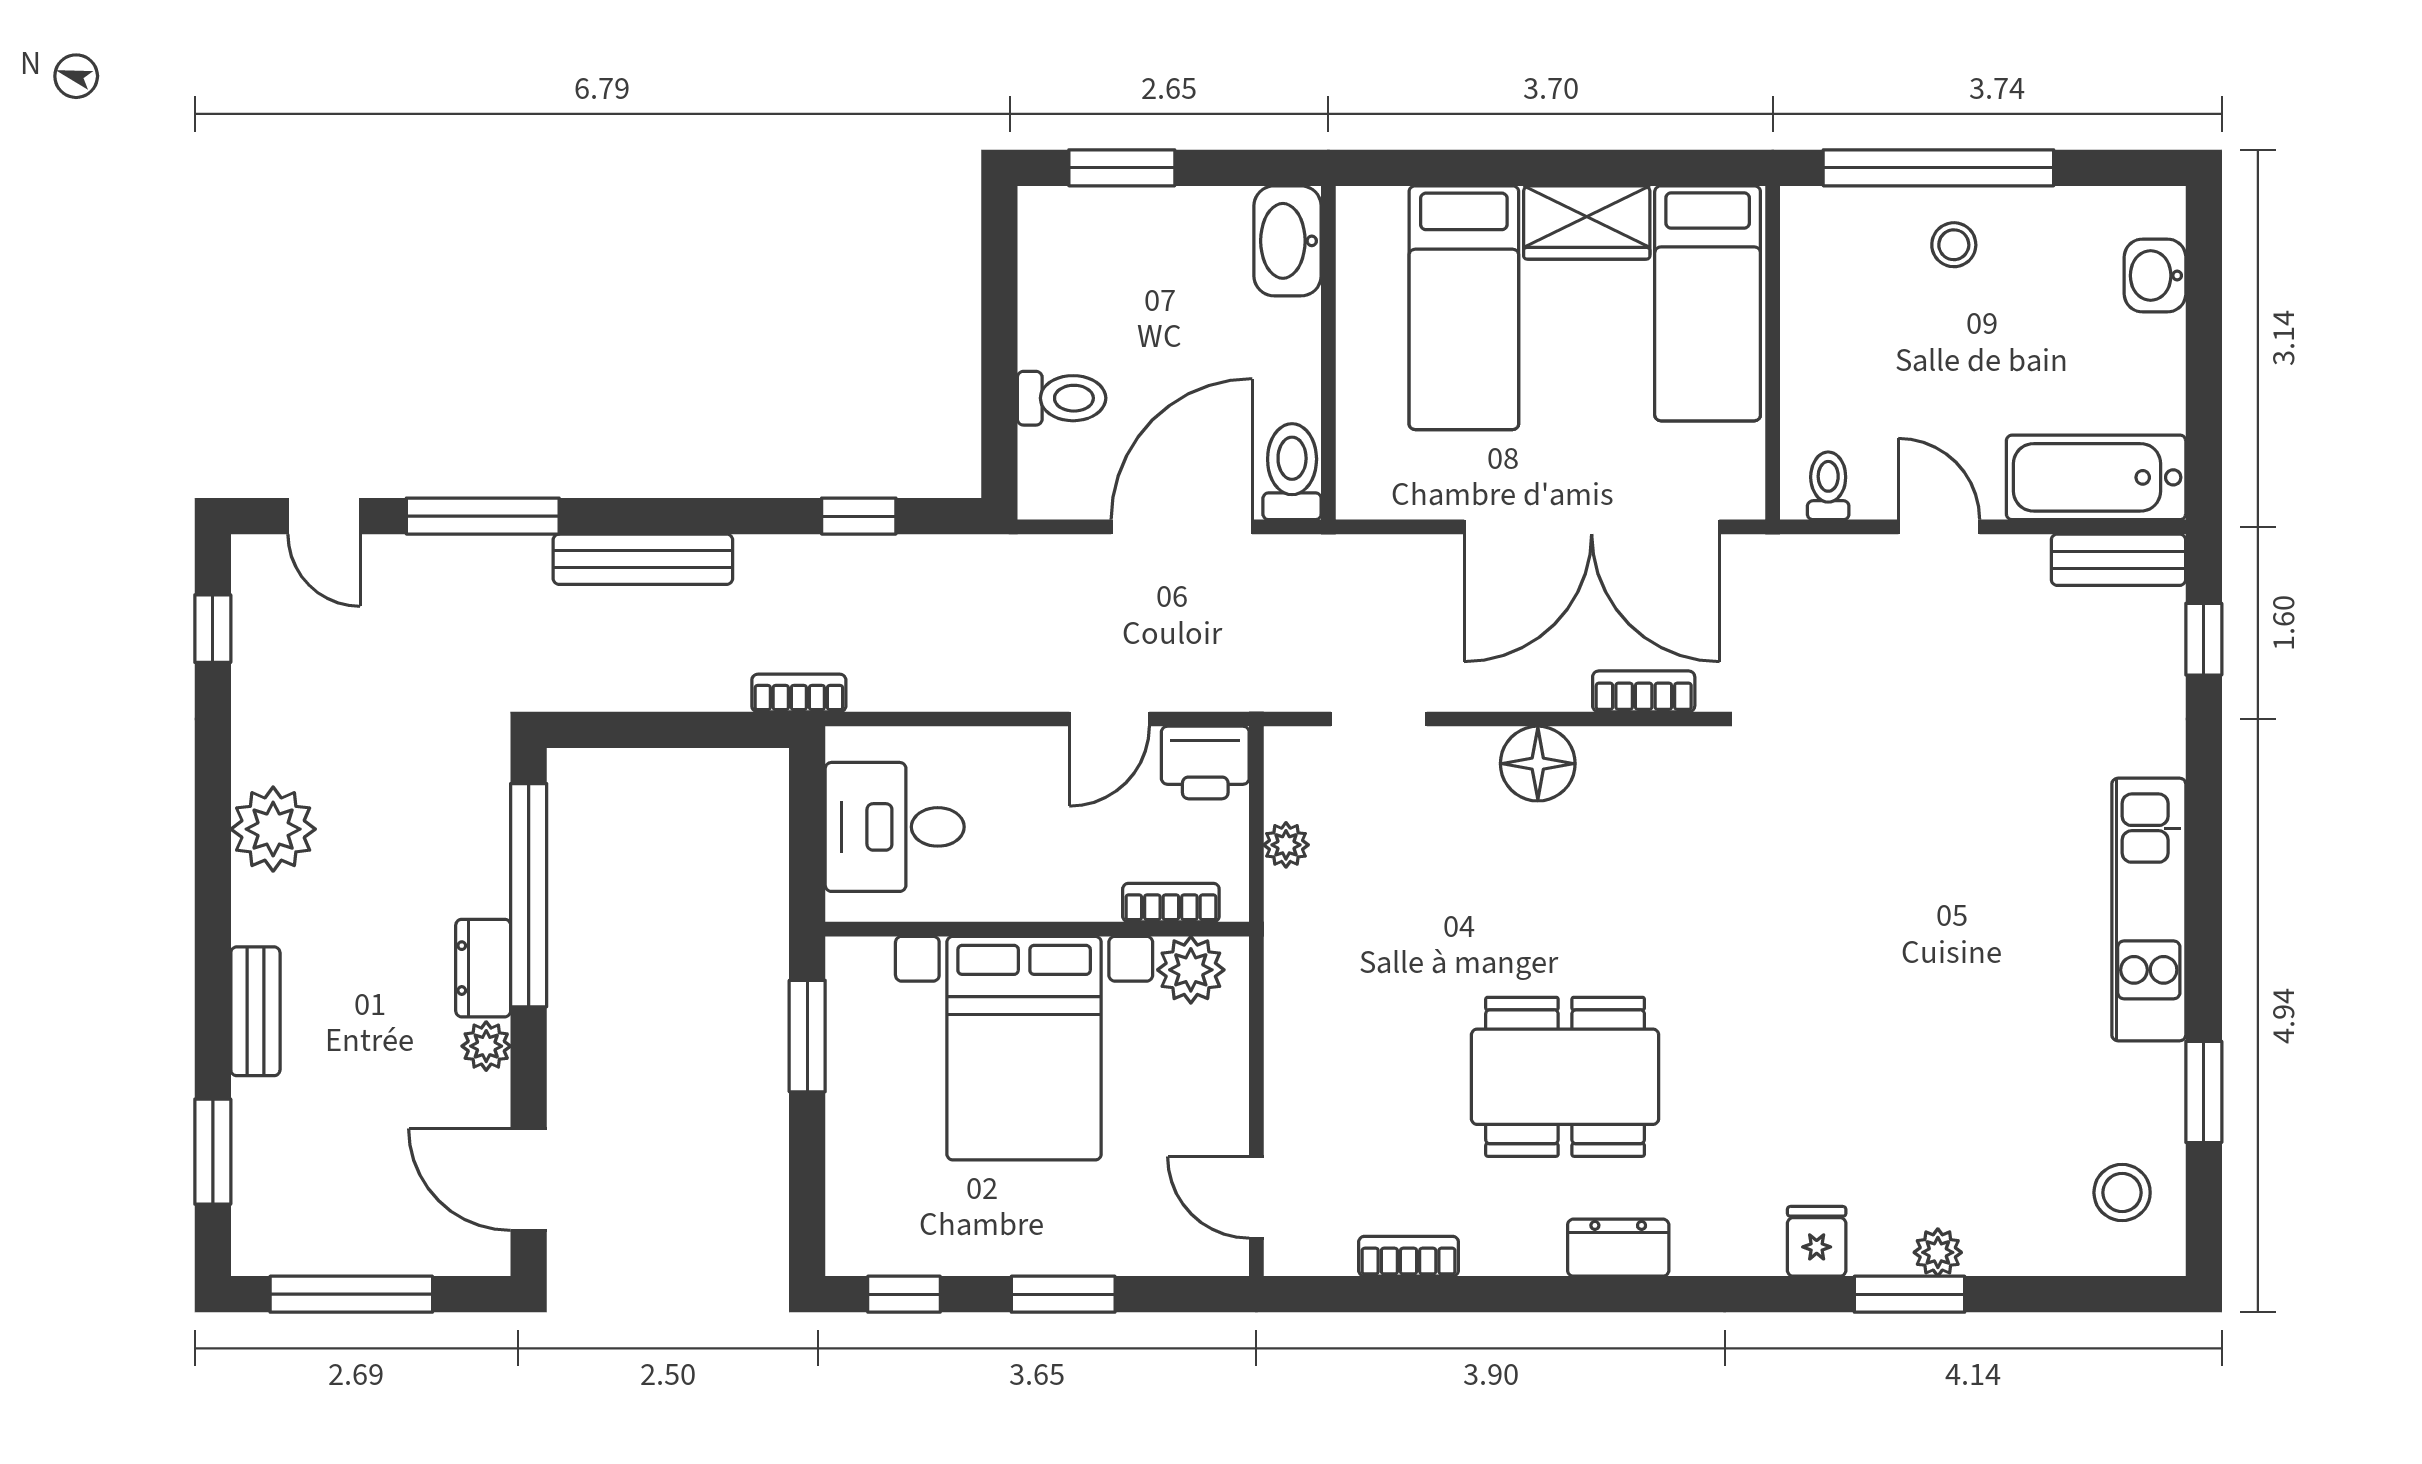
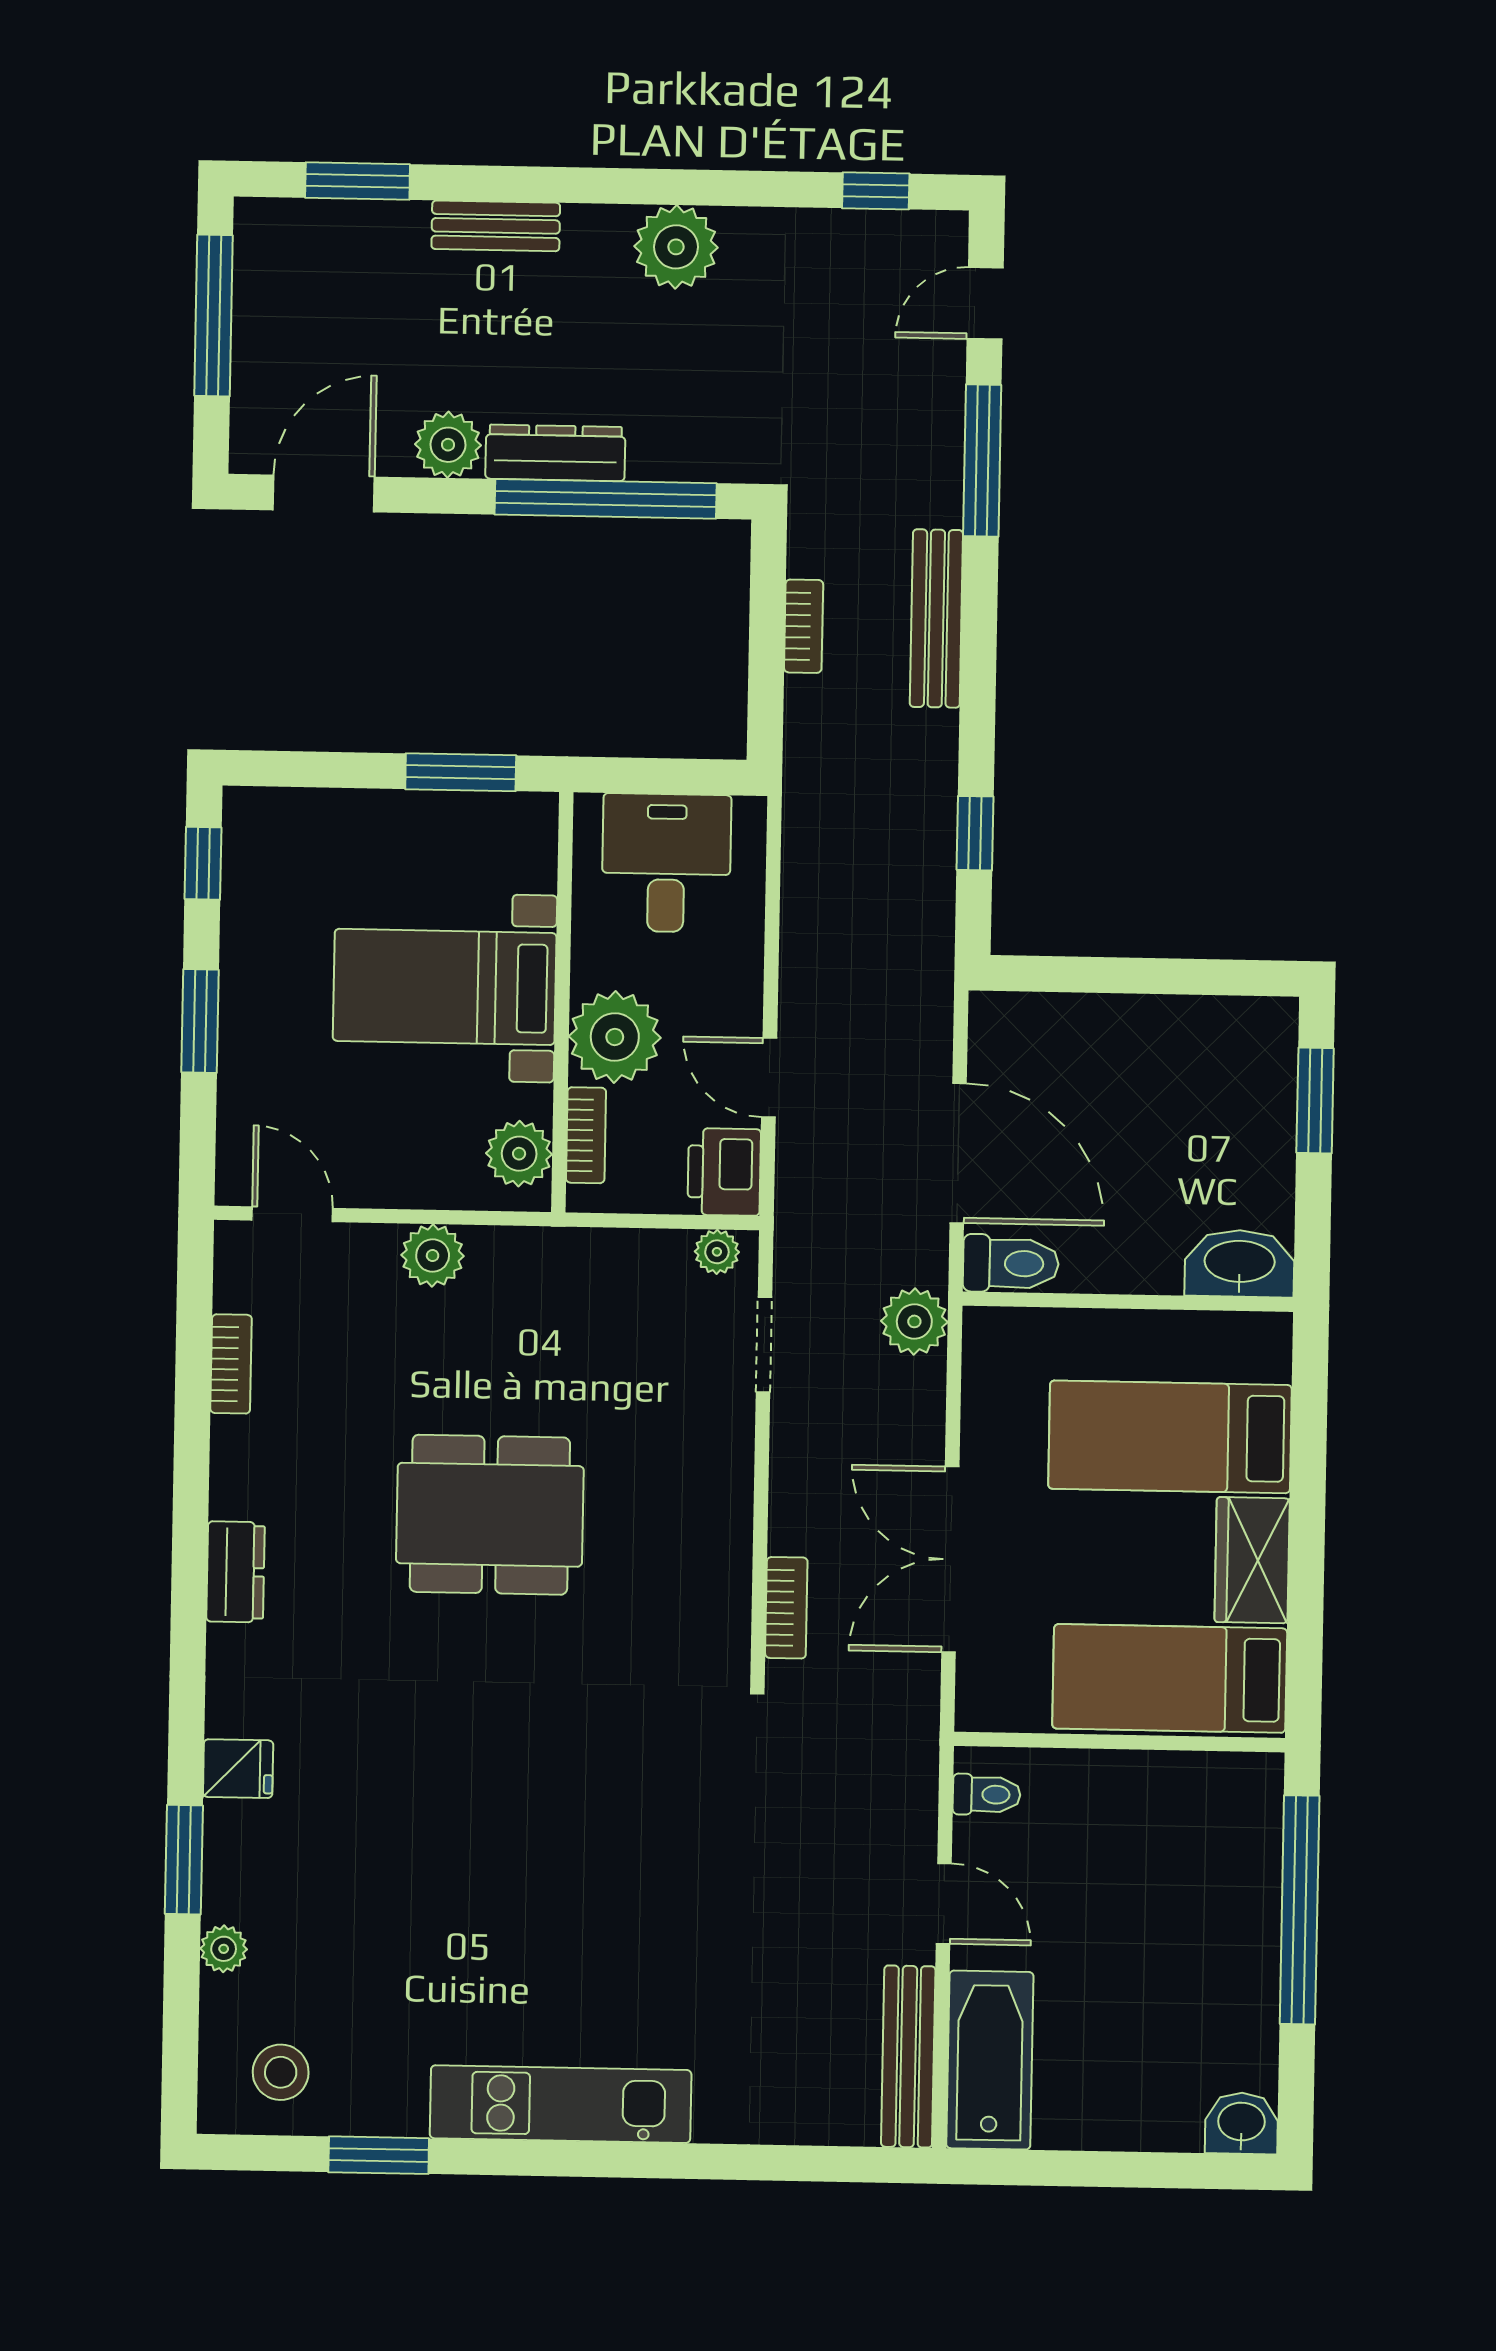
stool: (1954, 245) -> (1223, 1924), removed
washbasin: (2155, 276) -> (1241, 2123), moved
toilet: (1062, 398) -> (1088, 1036), removed
double door: (1592, 527) -> (950, 1559), width x0.73
door: (1939, 527) -> (944, 1904), hinge flipped
bench: (2118, 560) -> (908, 2057), width x1.36
plant: (1352, 568) -> (914, 1321), added
window: (2204, 639) -> (827, 2164), removed
bookcase: (799, 693) -> (804, 626), moved
floor lamp: (1538, 764) -> (717, 1501), removed
plant: (1286, 845) -> (717, 1252), moved
plant: (1071, 875) -> (615, 1037), added
dresser: (483, 968) -> (555, 453), width x1.44
plant: (486, 1046) -> (448, 445), width x1.38, depth x1.38
bed with nightstands: (1024, 1048) -> (445, 987), width x0.73
plant: (1295, 1055) -> (433, 1255), added
dining table: (1565, 1077) -> (490, 1515), moved, turned 90
door: (1256, 1197) -> (292, 1214), hinge flipped
plant: (1938, 1252) -> (224, 1949), moved

